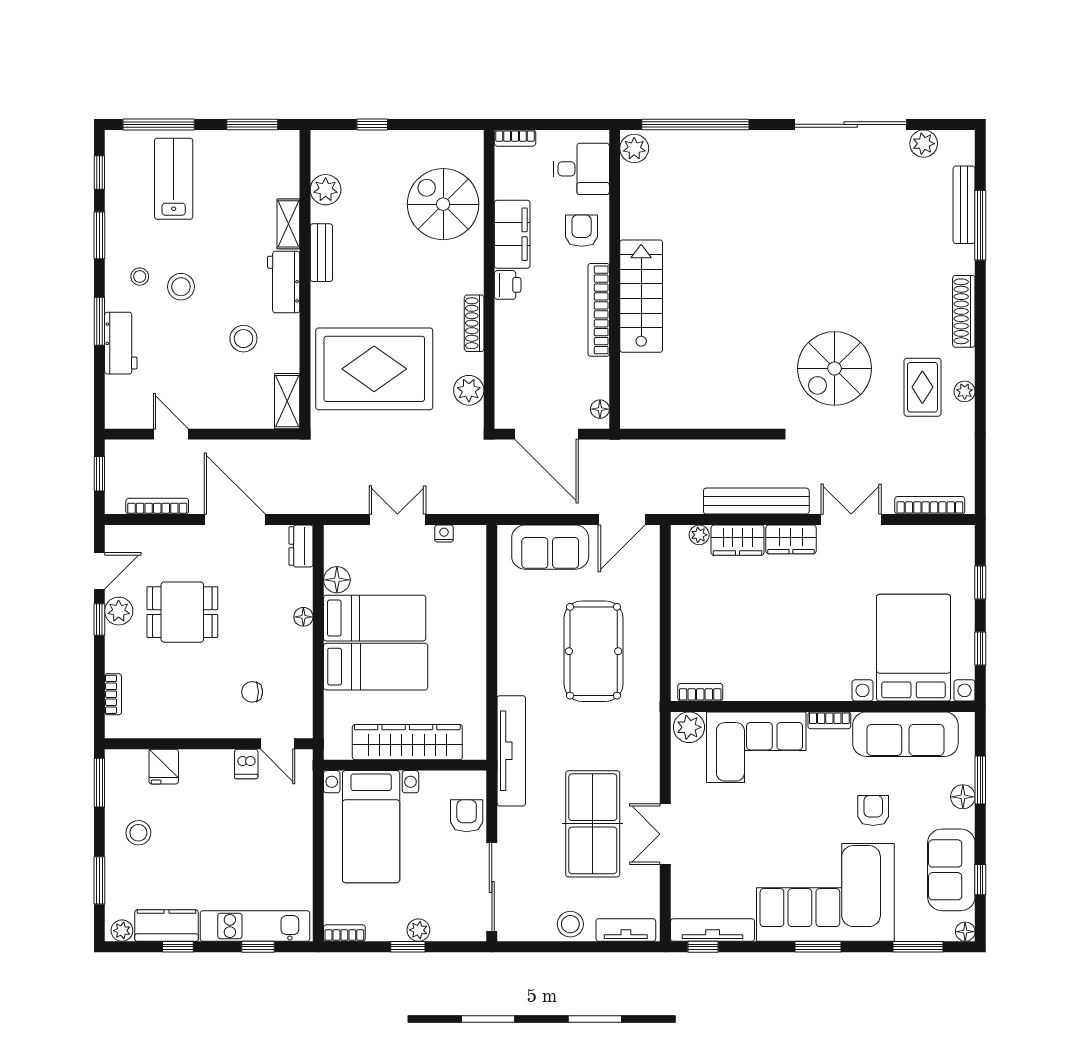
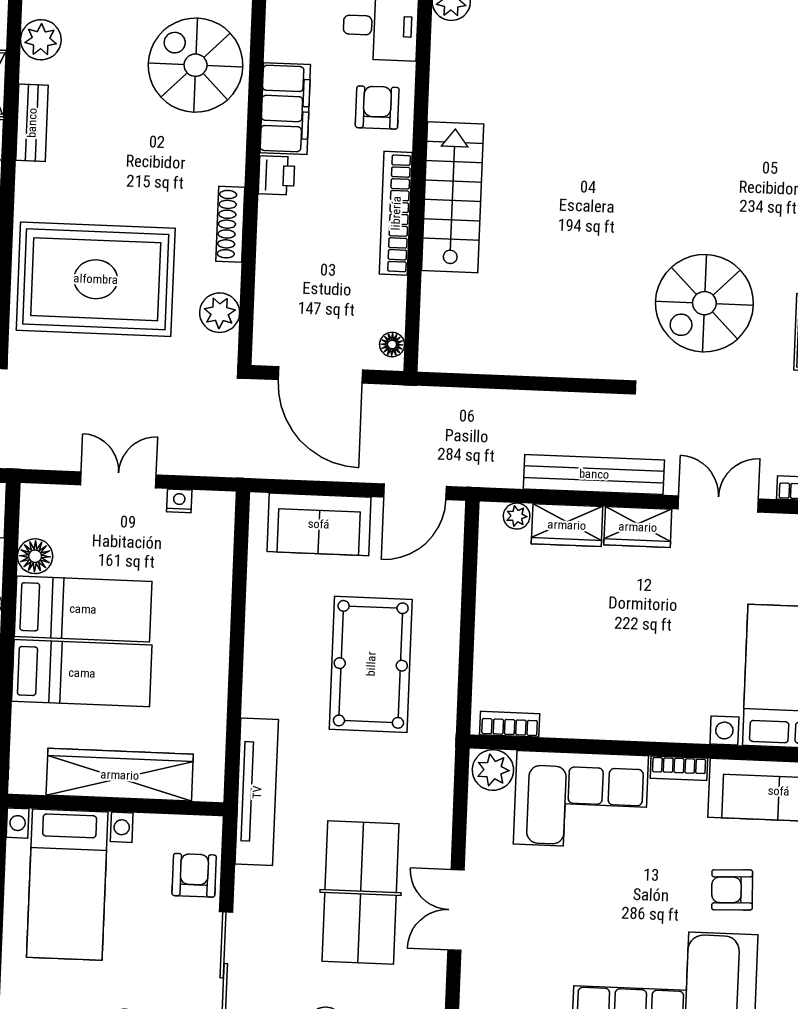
armchair: (873, 811) -> (732, 890), turned -92

